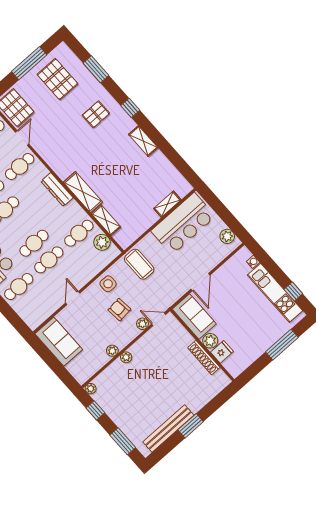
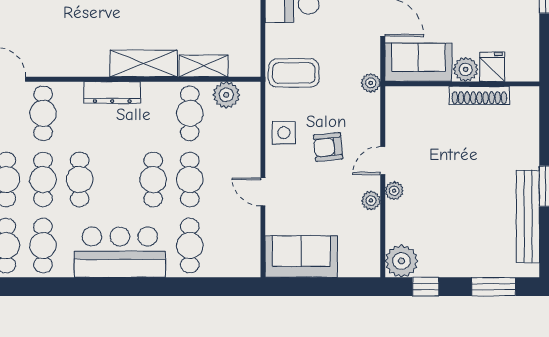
door: (159, 319) -> (383, 161), moved
plant: (142, 324) -> (371, 83), moved
plant: (91, 389) -> (401, 261), width x1.88, depth x1.88

